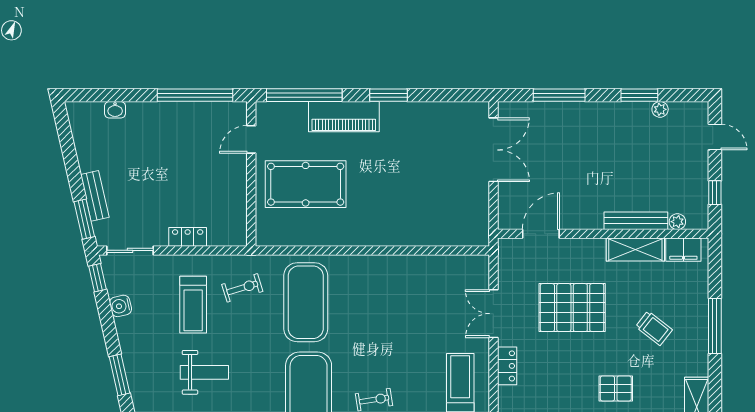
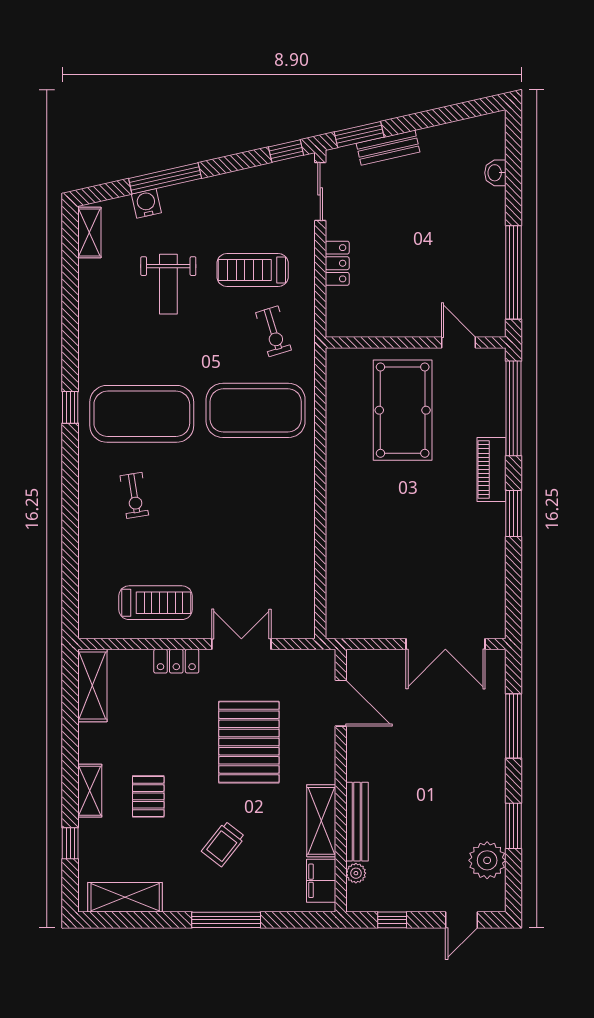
plant: (660, 109) -> (487, 860), width x1.88, depth x1.88
piano: (344, 117) -> (491, 470), width x0.73, depth x0.75
water cooler: (121, 306) -> (146, 203), moved
window: (120, 375) -> (165, 178), width x1.44

